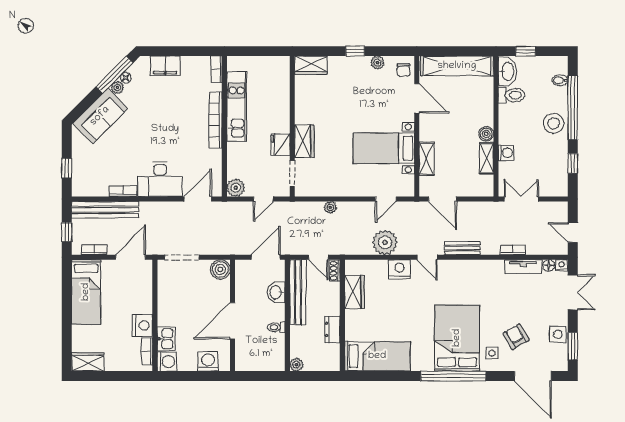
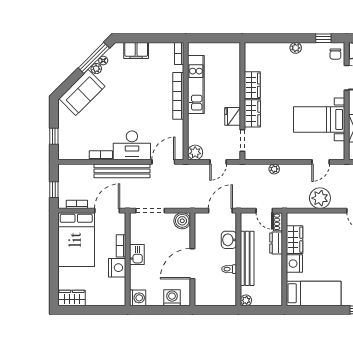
window: (355, 51) -> (323, 38), moved
plant: (378, 63) -> (296, 48), moved
wardrobe: (311, 65) -> (252, 85), moved, turned -90
bench: (105, 210) -> (122, 171), moved
nightstand: (399, 269) -> (294, 264), moved, turned -90
bed: (86, 292) -> (76, 240), width x1.50
bench: (298, 292) -> (247, 258), moved
dresser: (332, 329) -> (276, 243), moved
kitchen sink: (166, 339) -> (137, 255), moved
bookcase: (147, 351) -> (121, 246), moved

